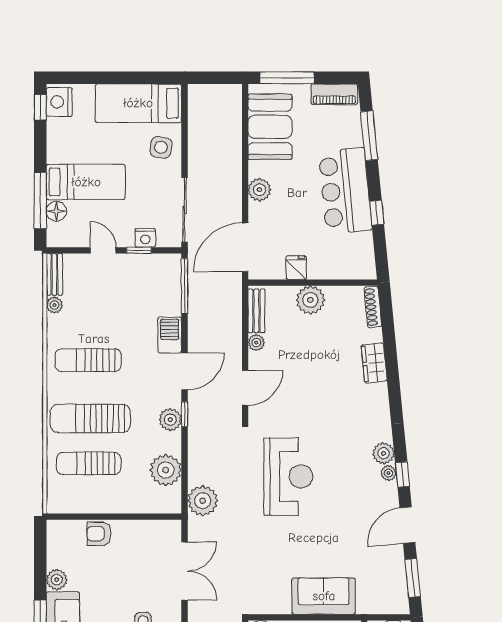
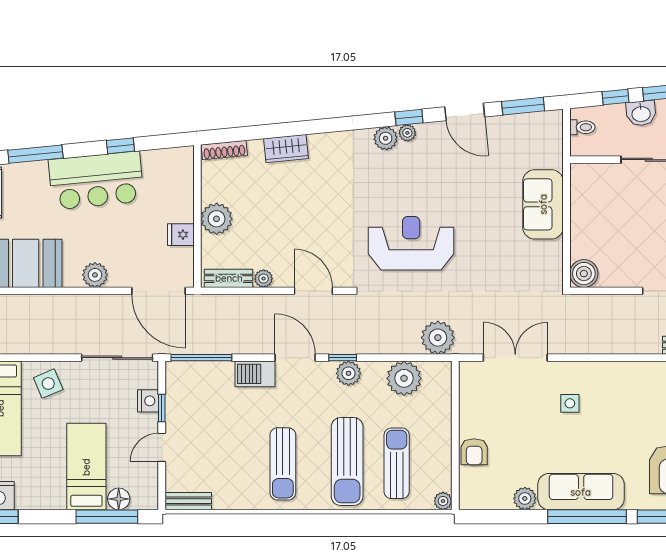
side table: (161, 147) -> (48, 384), turned -33
plant: (54, 305) -> (443, 501), moved
sun lounger: (89, 463) -> (397, 463), turned 180

